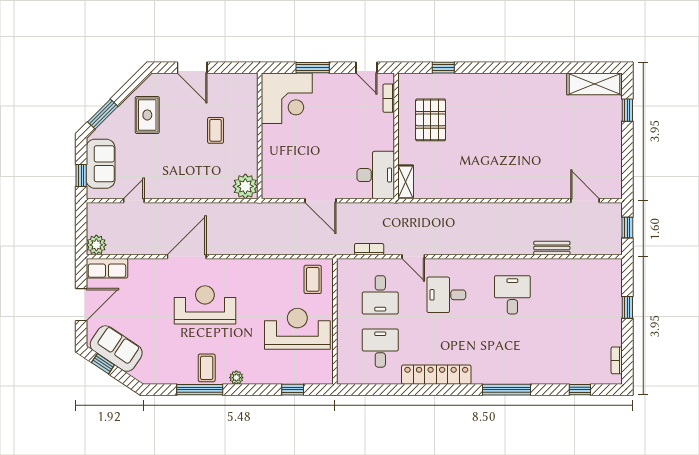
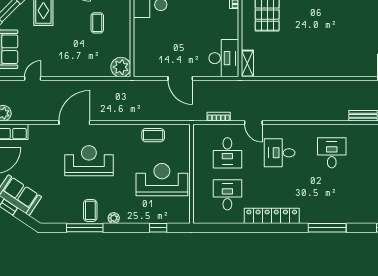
coffee table: (313, 279) -> (153, 135), moved, turned 90

